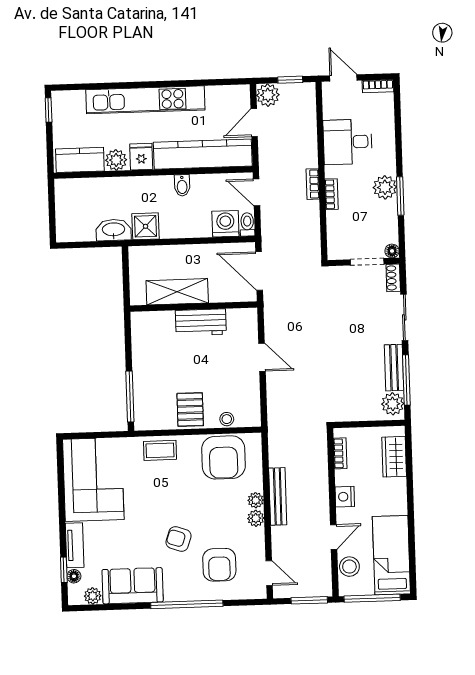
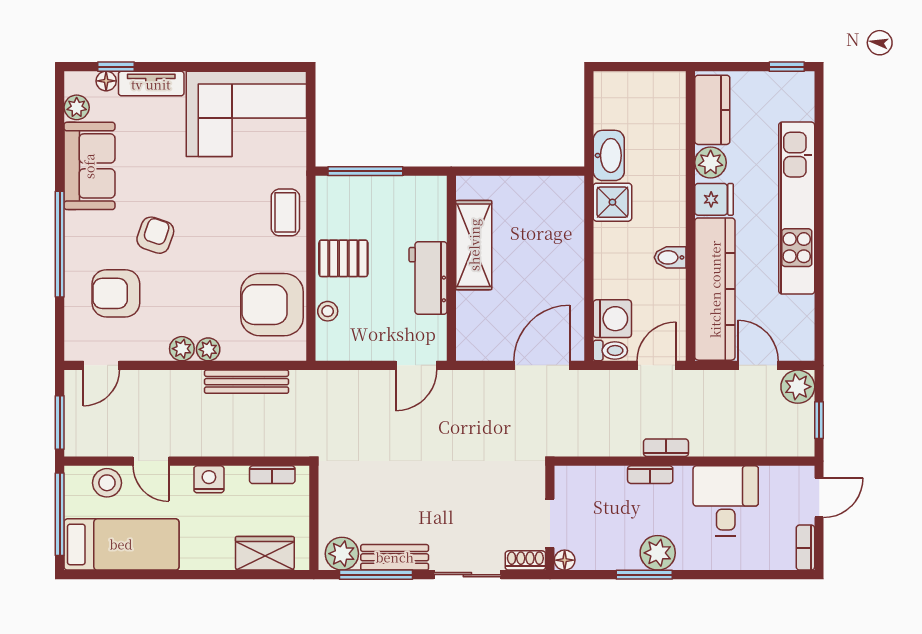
shelving: (177, 292) -> (474, 245), moved
wall: (194, 307) -> (451, 268), moved
workbench: (201, 322) -> (428, 278), moved
bench: (278, 496) -> (247, 382), moved

